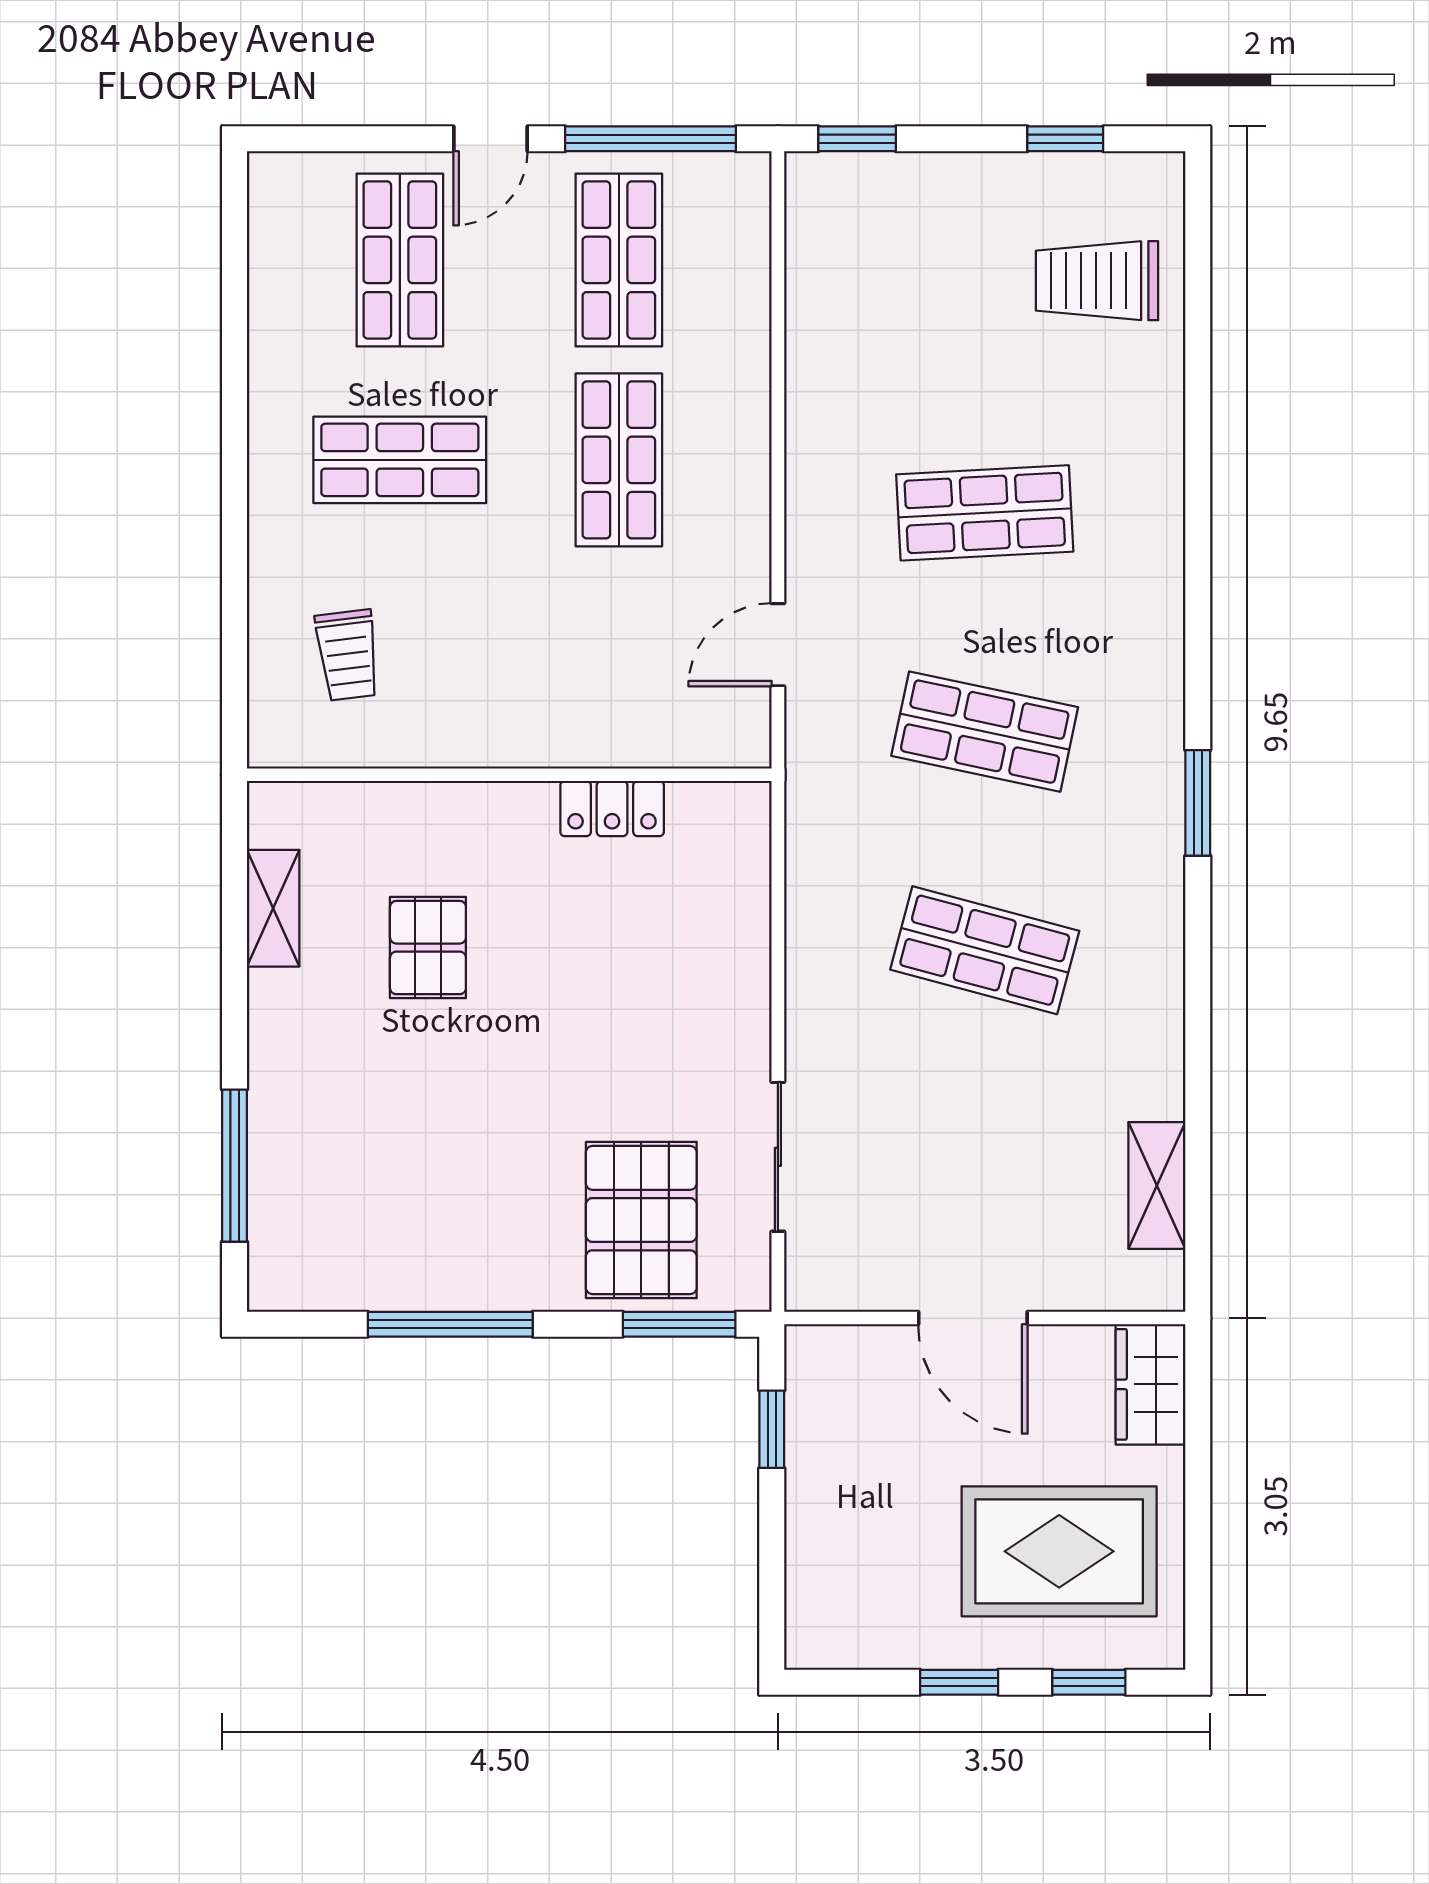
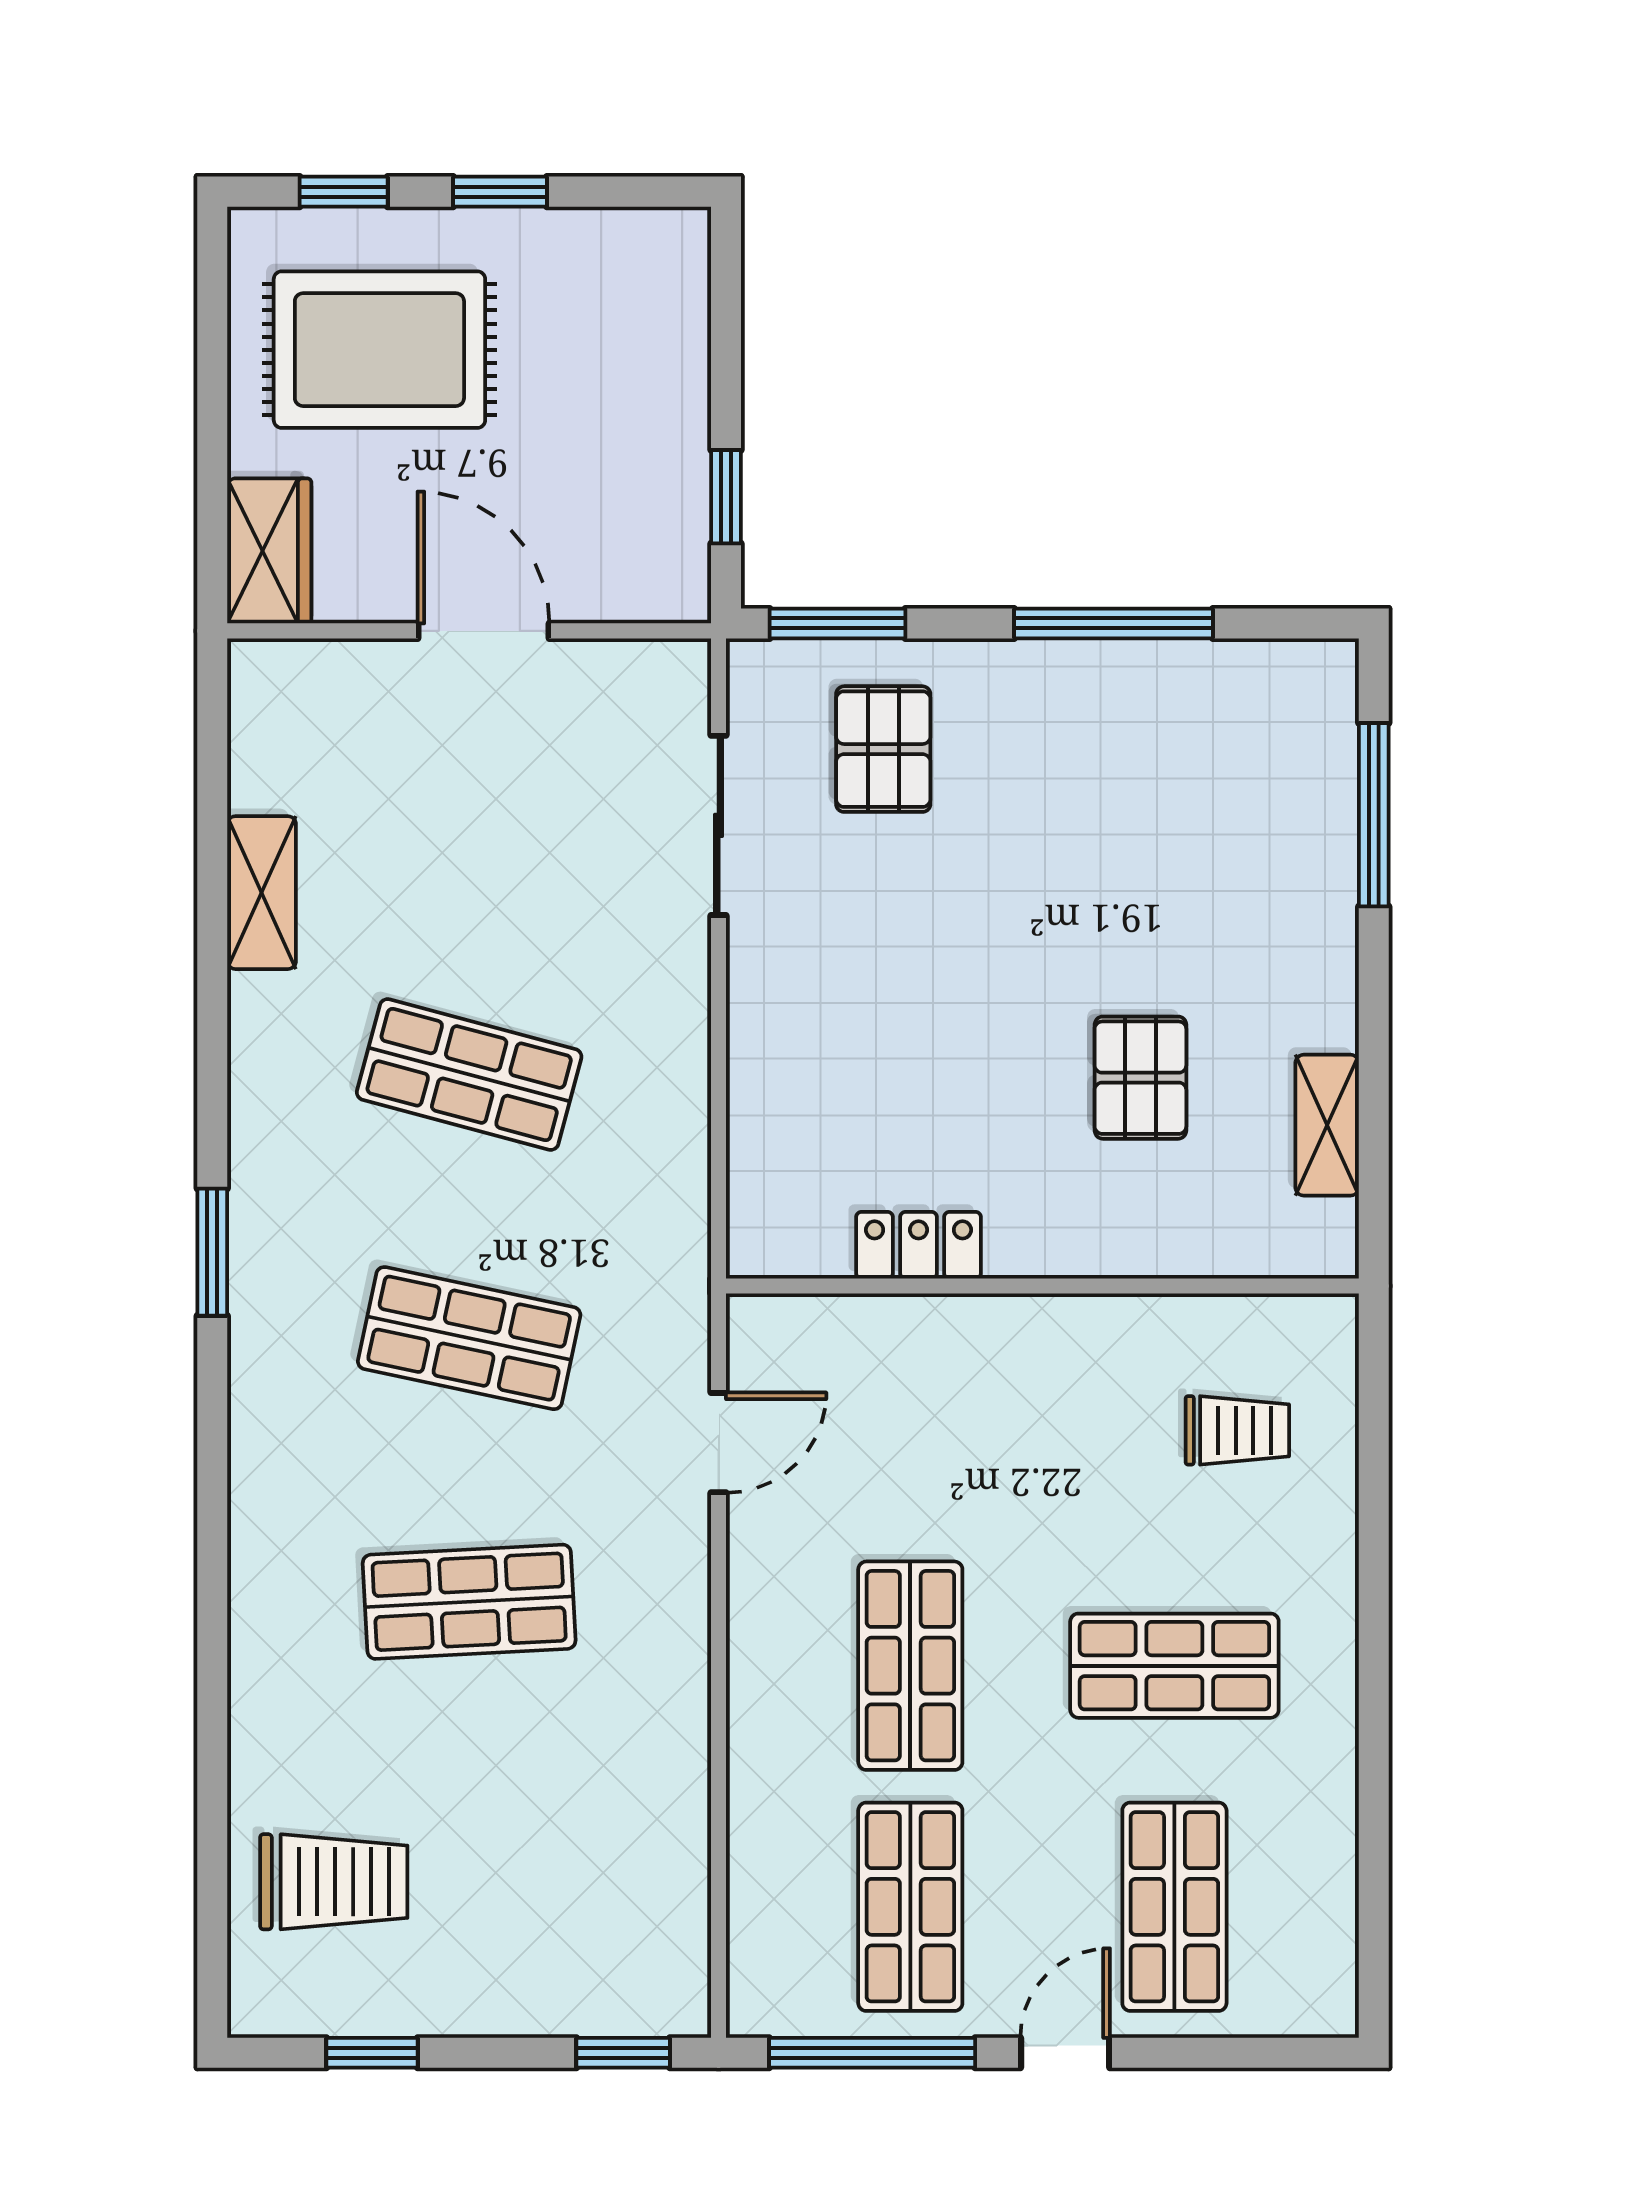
trolley: (348, 655) -> (1237, 1430), turned 97
shelving: (1157, 1185) -> (262, 893), moved
pallet: (641, 1220) -> (883, 749), width x0.67, depth x0.71

